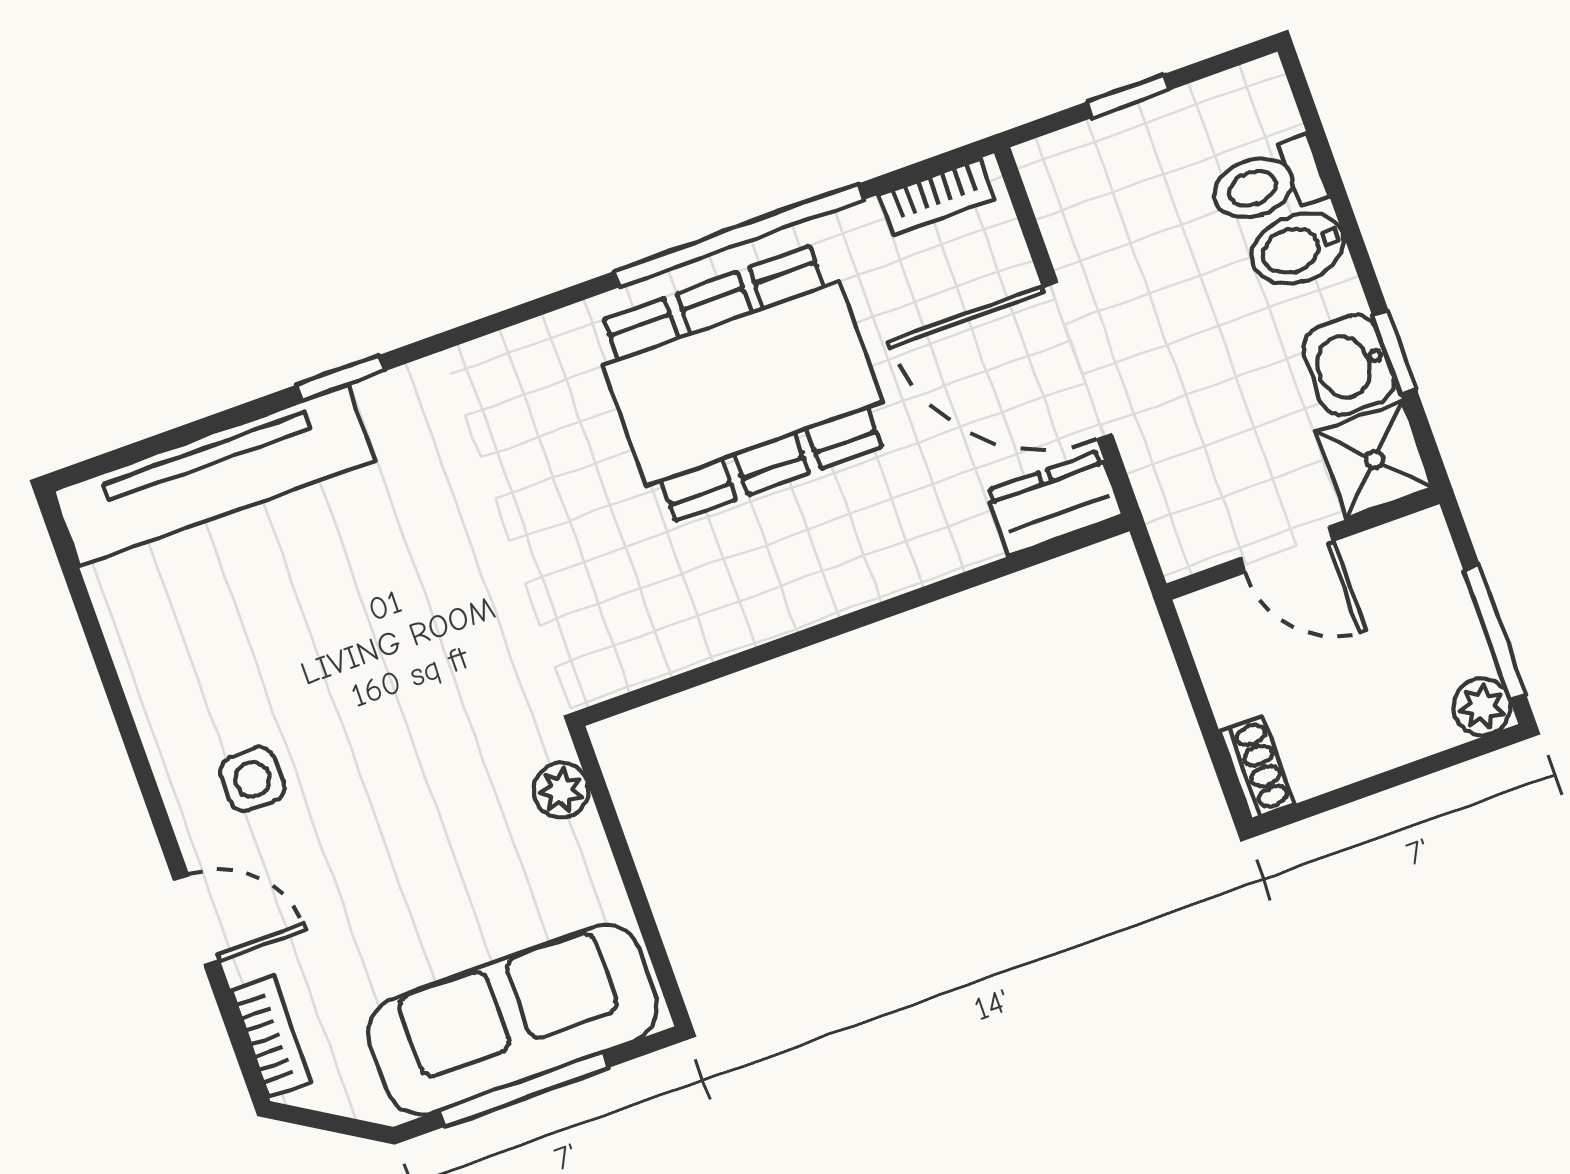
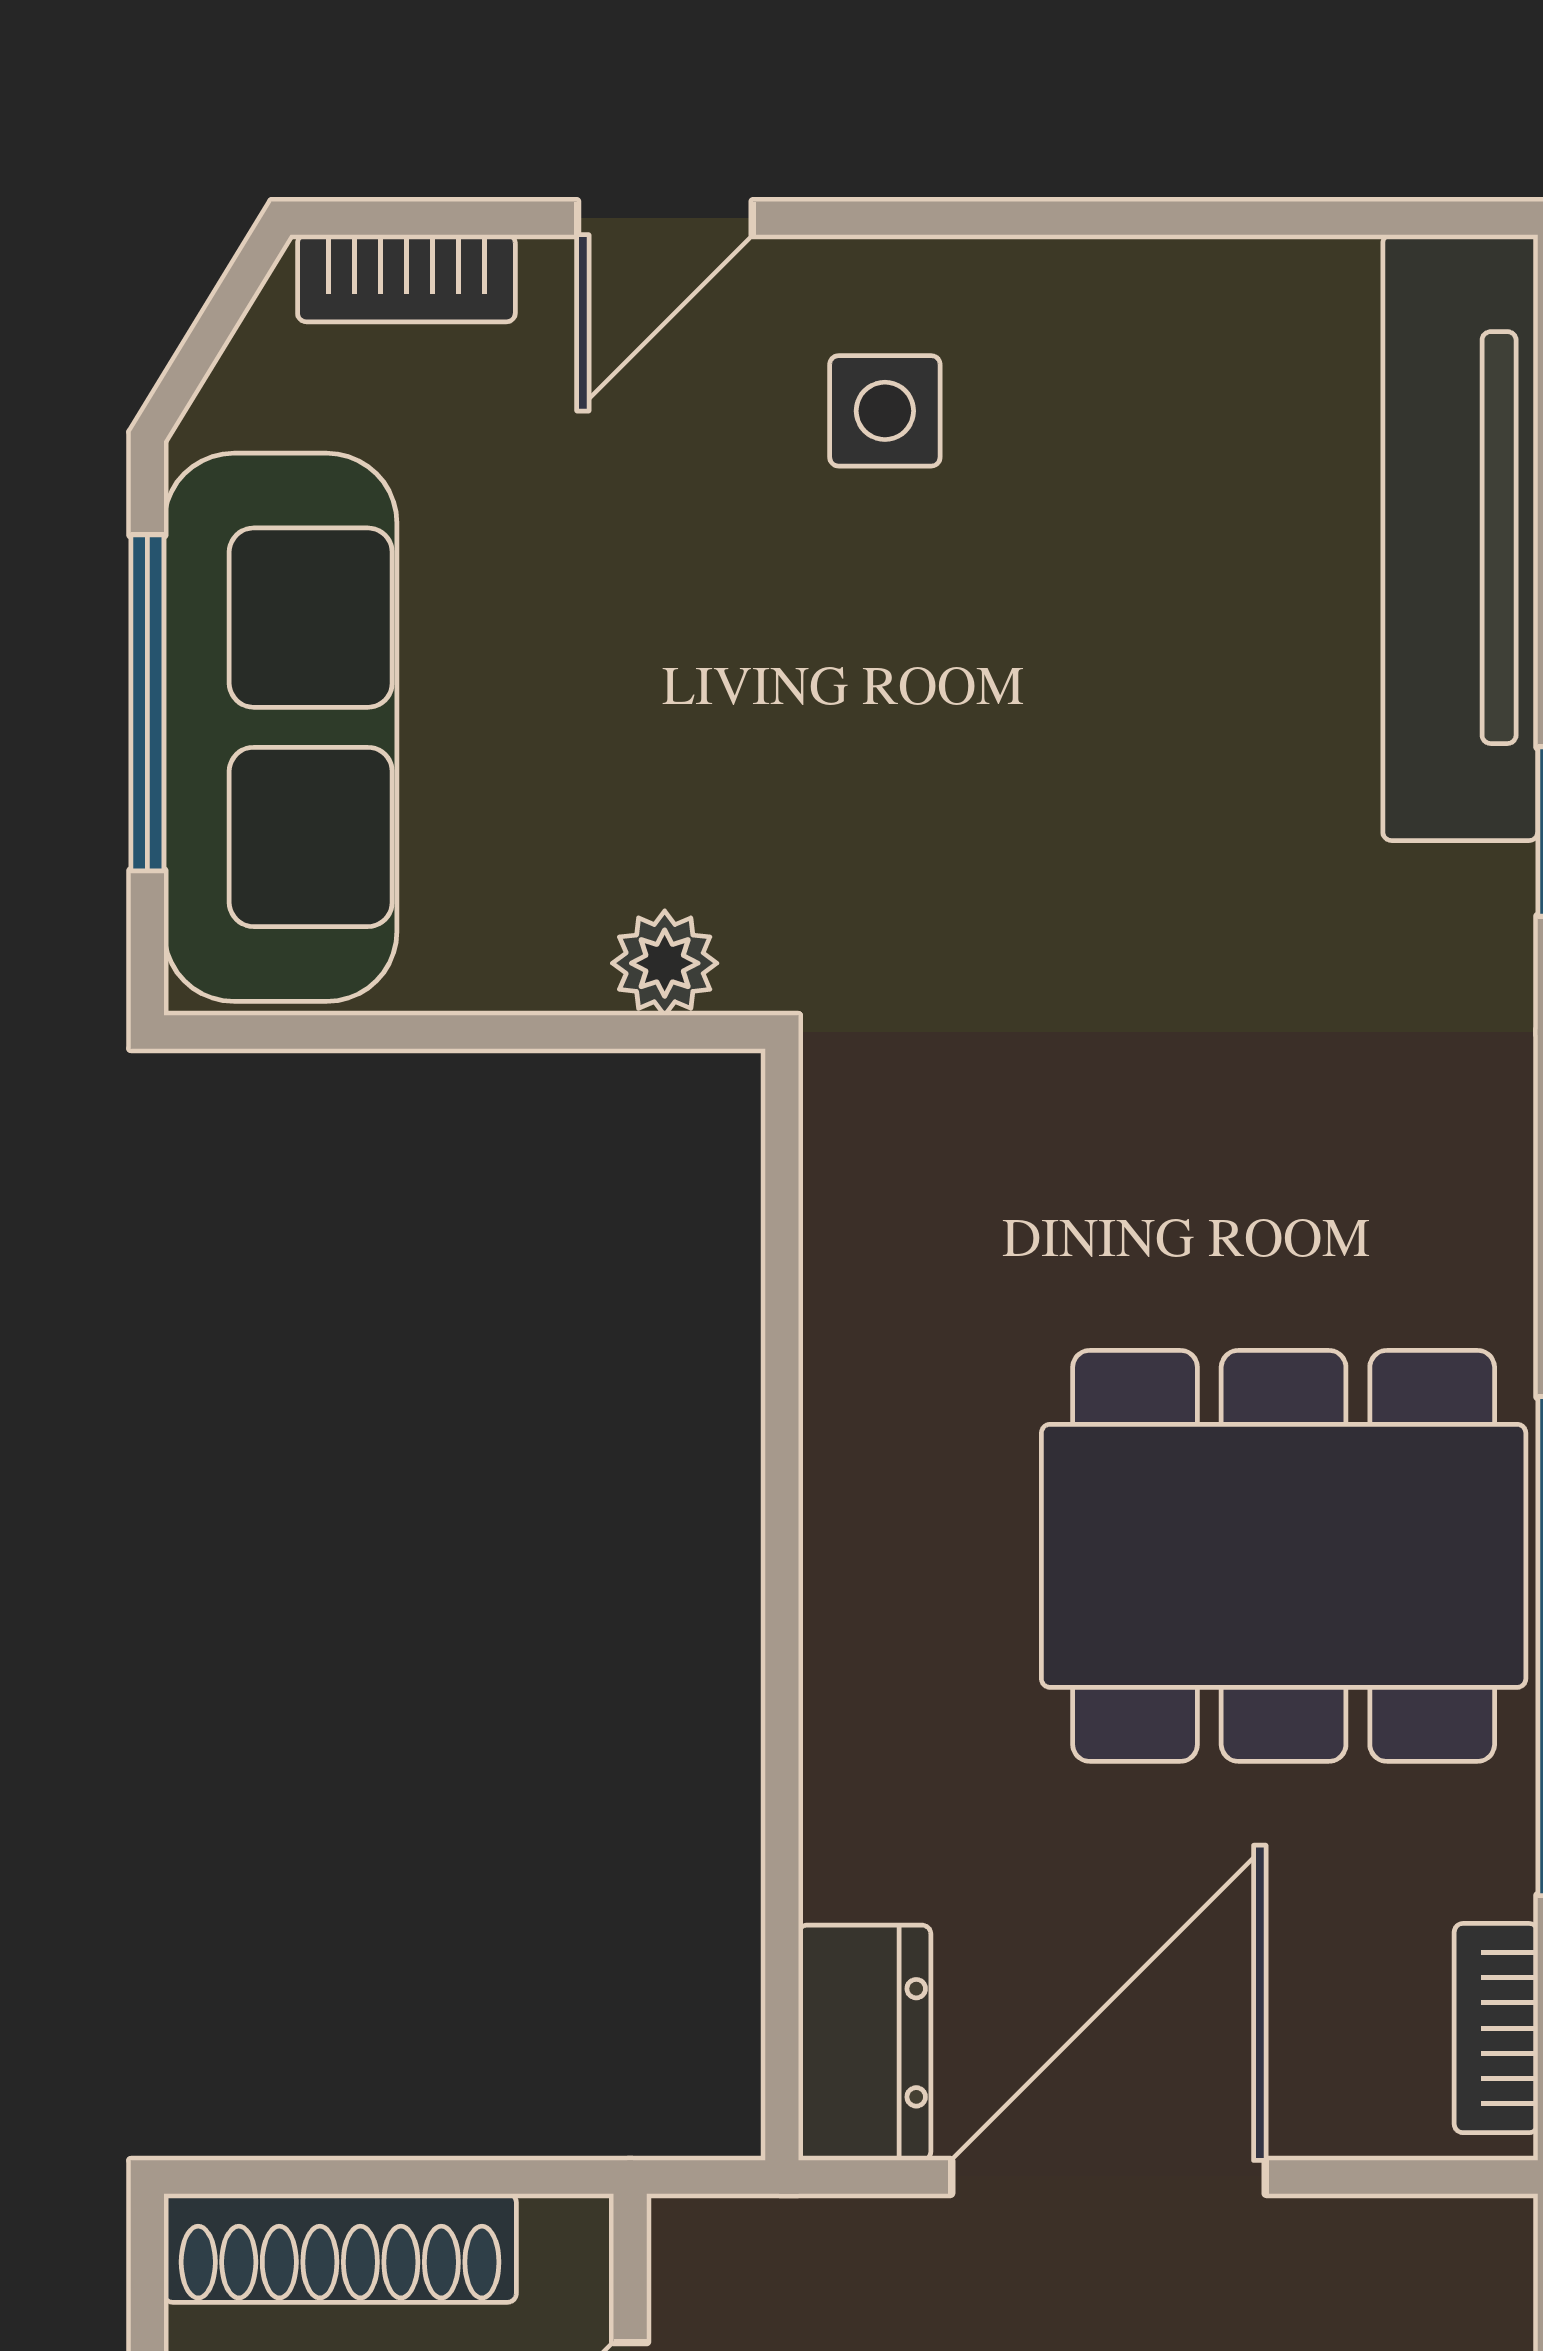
dining table: (743, 383) -> (1284, 1556), turned 90
shoe rack: (1257, 768) -> (340, 2248), width x1.94, depth x1.24

